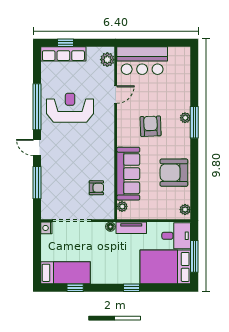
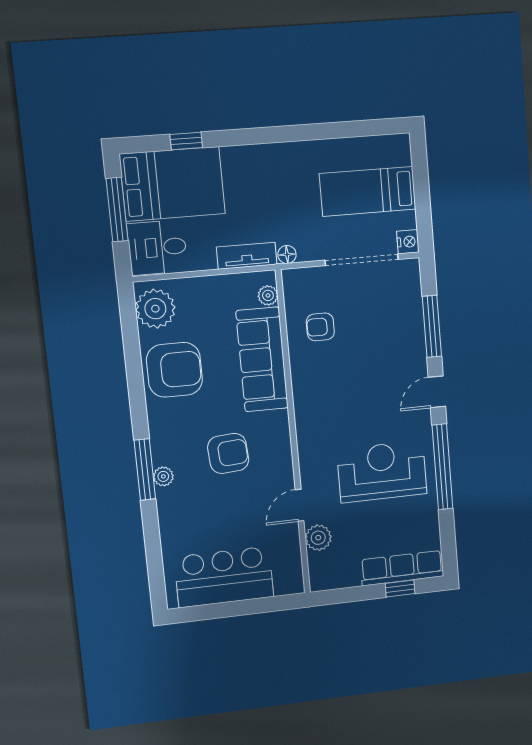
plant: (107, 60) -> (318, 538), moved
bar counter: (142, 61) -> (224, 577), moved
reception desk: (70, 108) -> (382, 472), turned 180
armchair: (151, 126) -> (228, 453), turned -92
door: (37, 148) -> (437, 392), swing flipped
plant: (185, 210) -> (155, 309), width x1.88, depth x1.88
bed: (65, 273) -> (368, 191), moved
window: (75, 288) -> (344, 130), removed
window: (132, 288) -> (186, 141), moved

